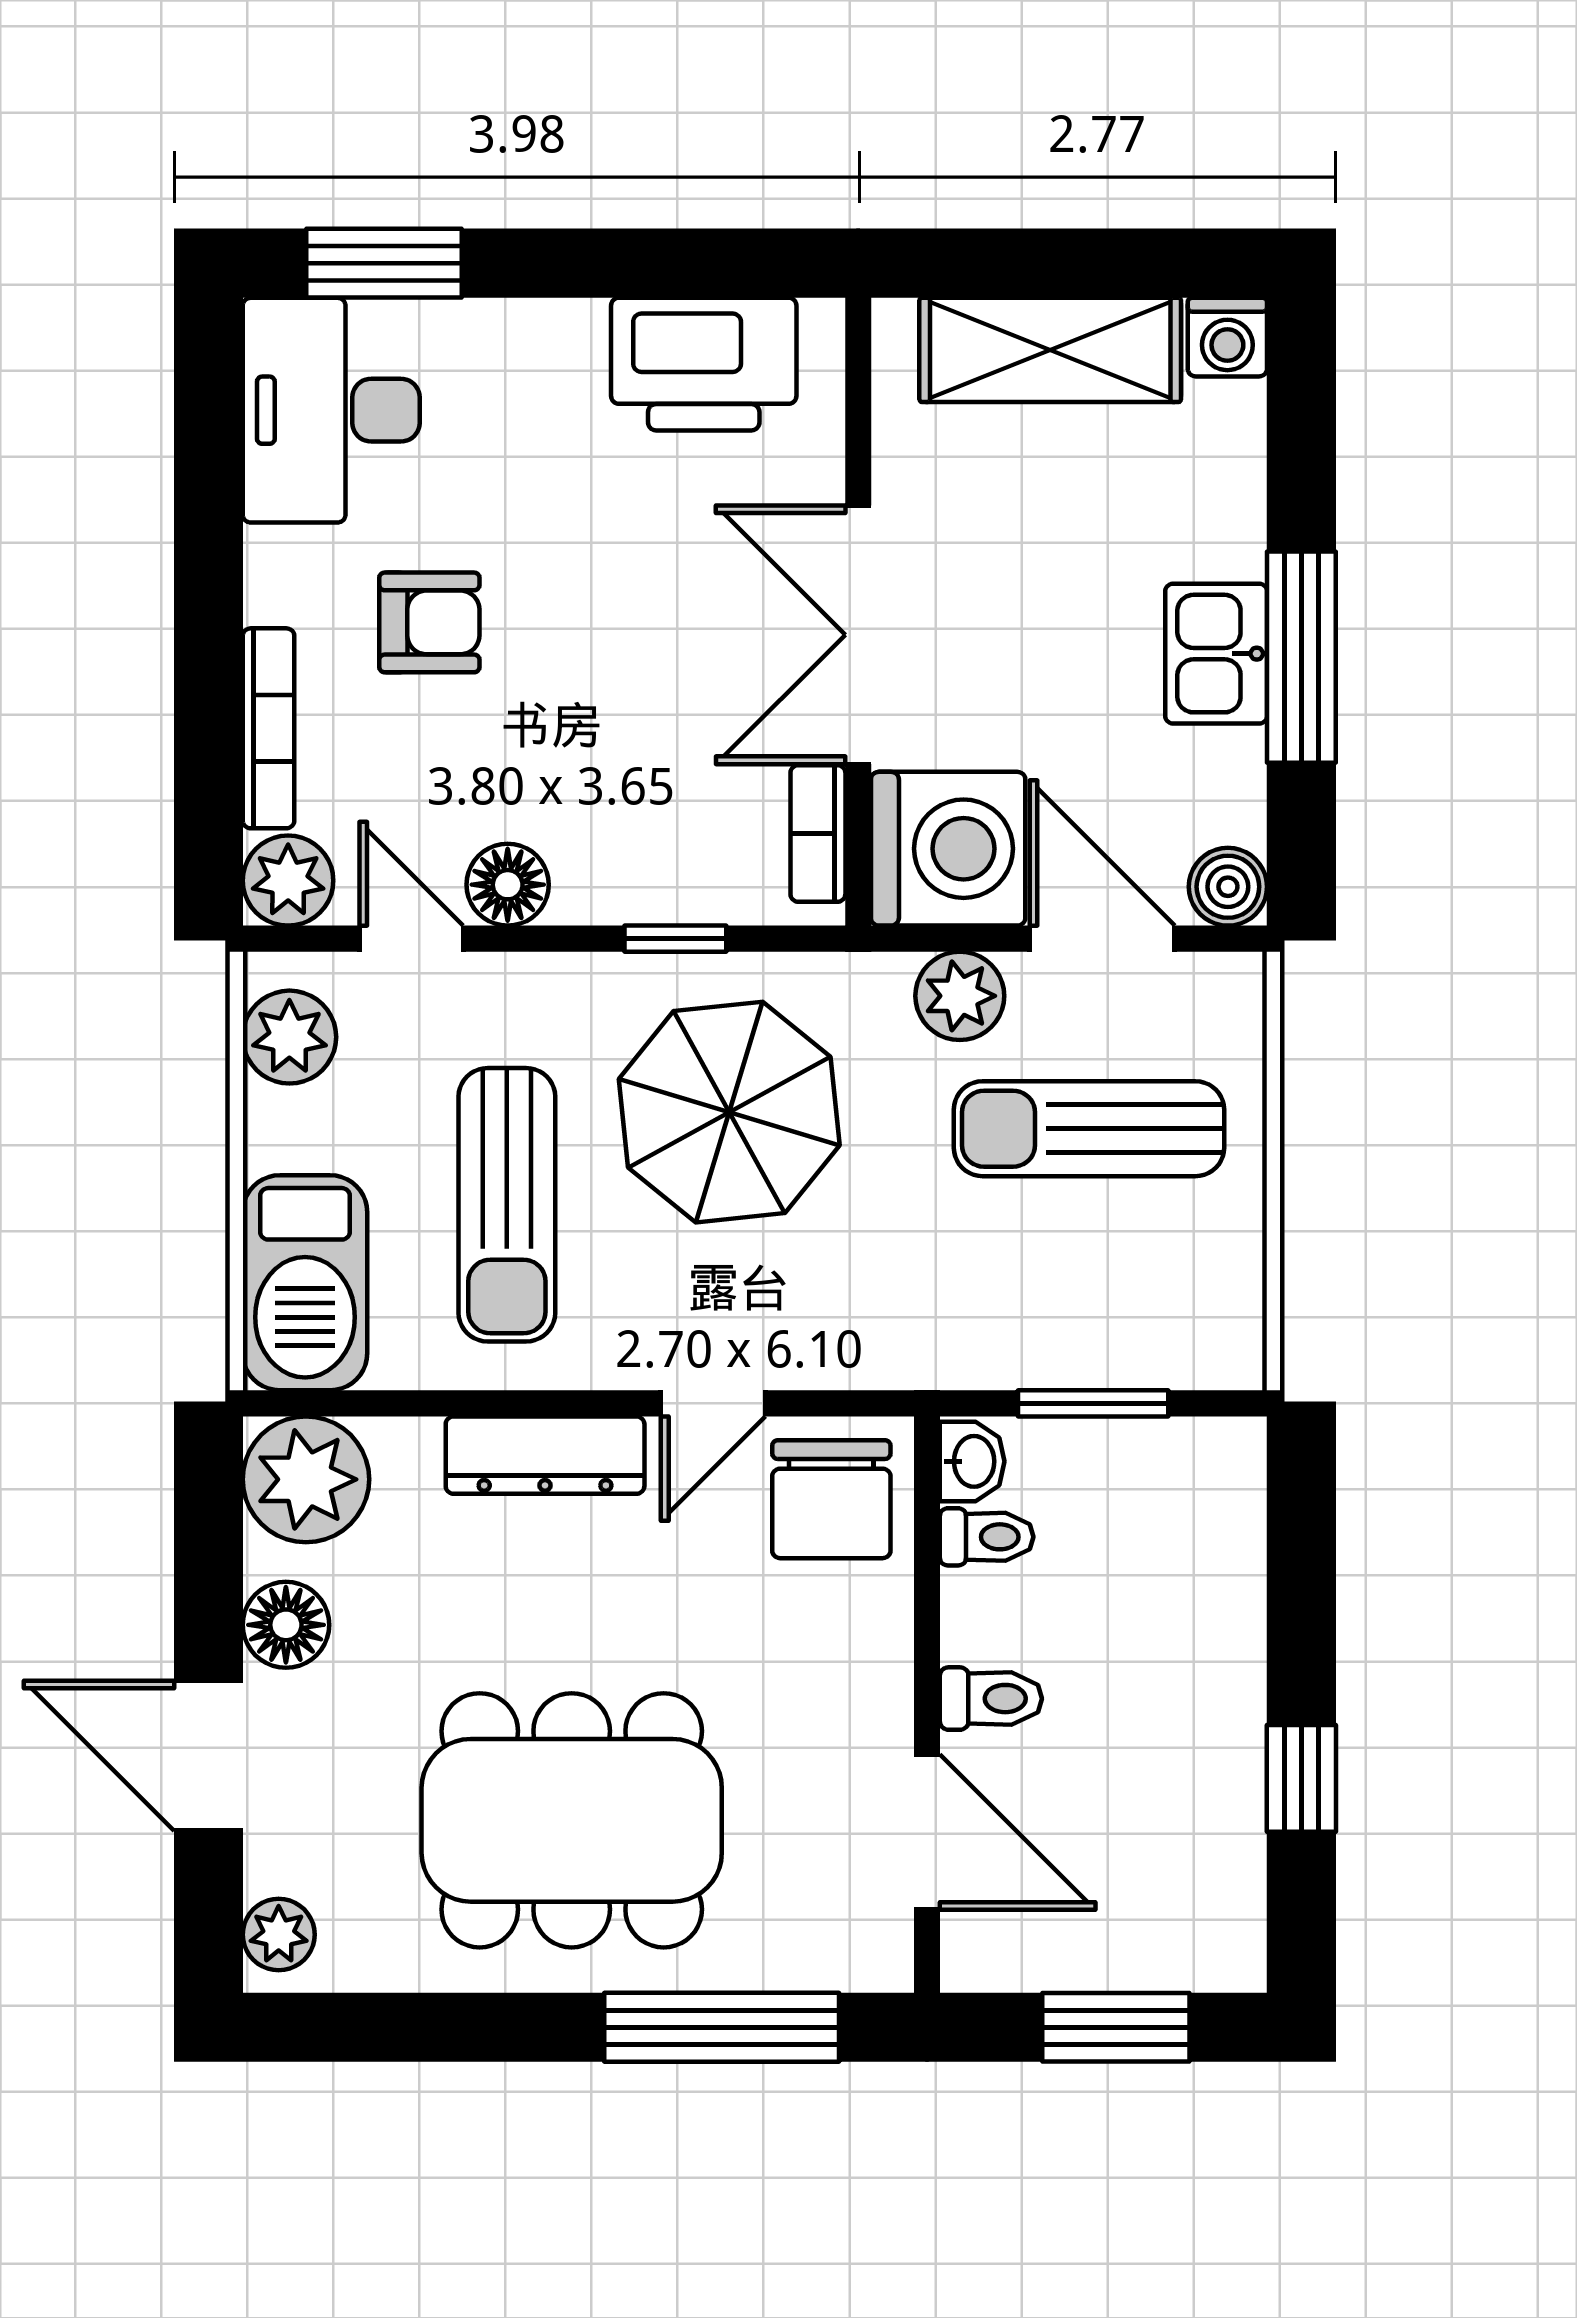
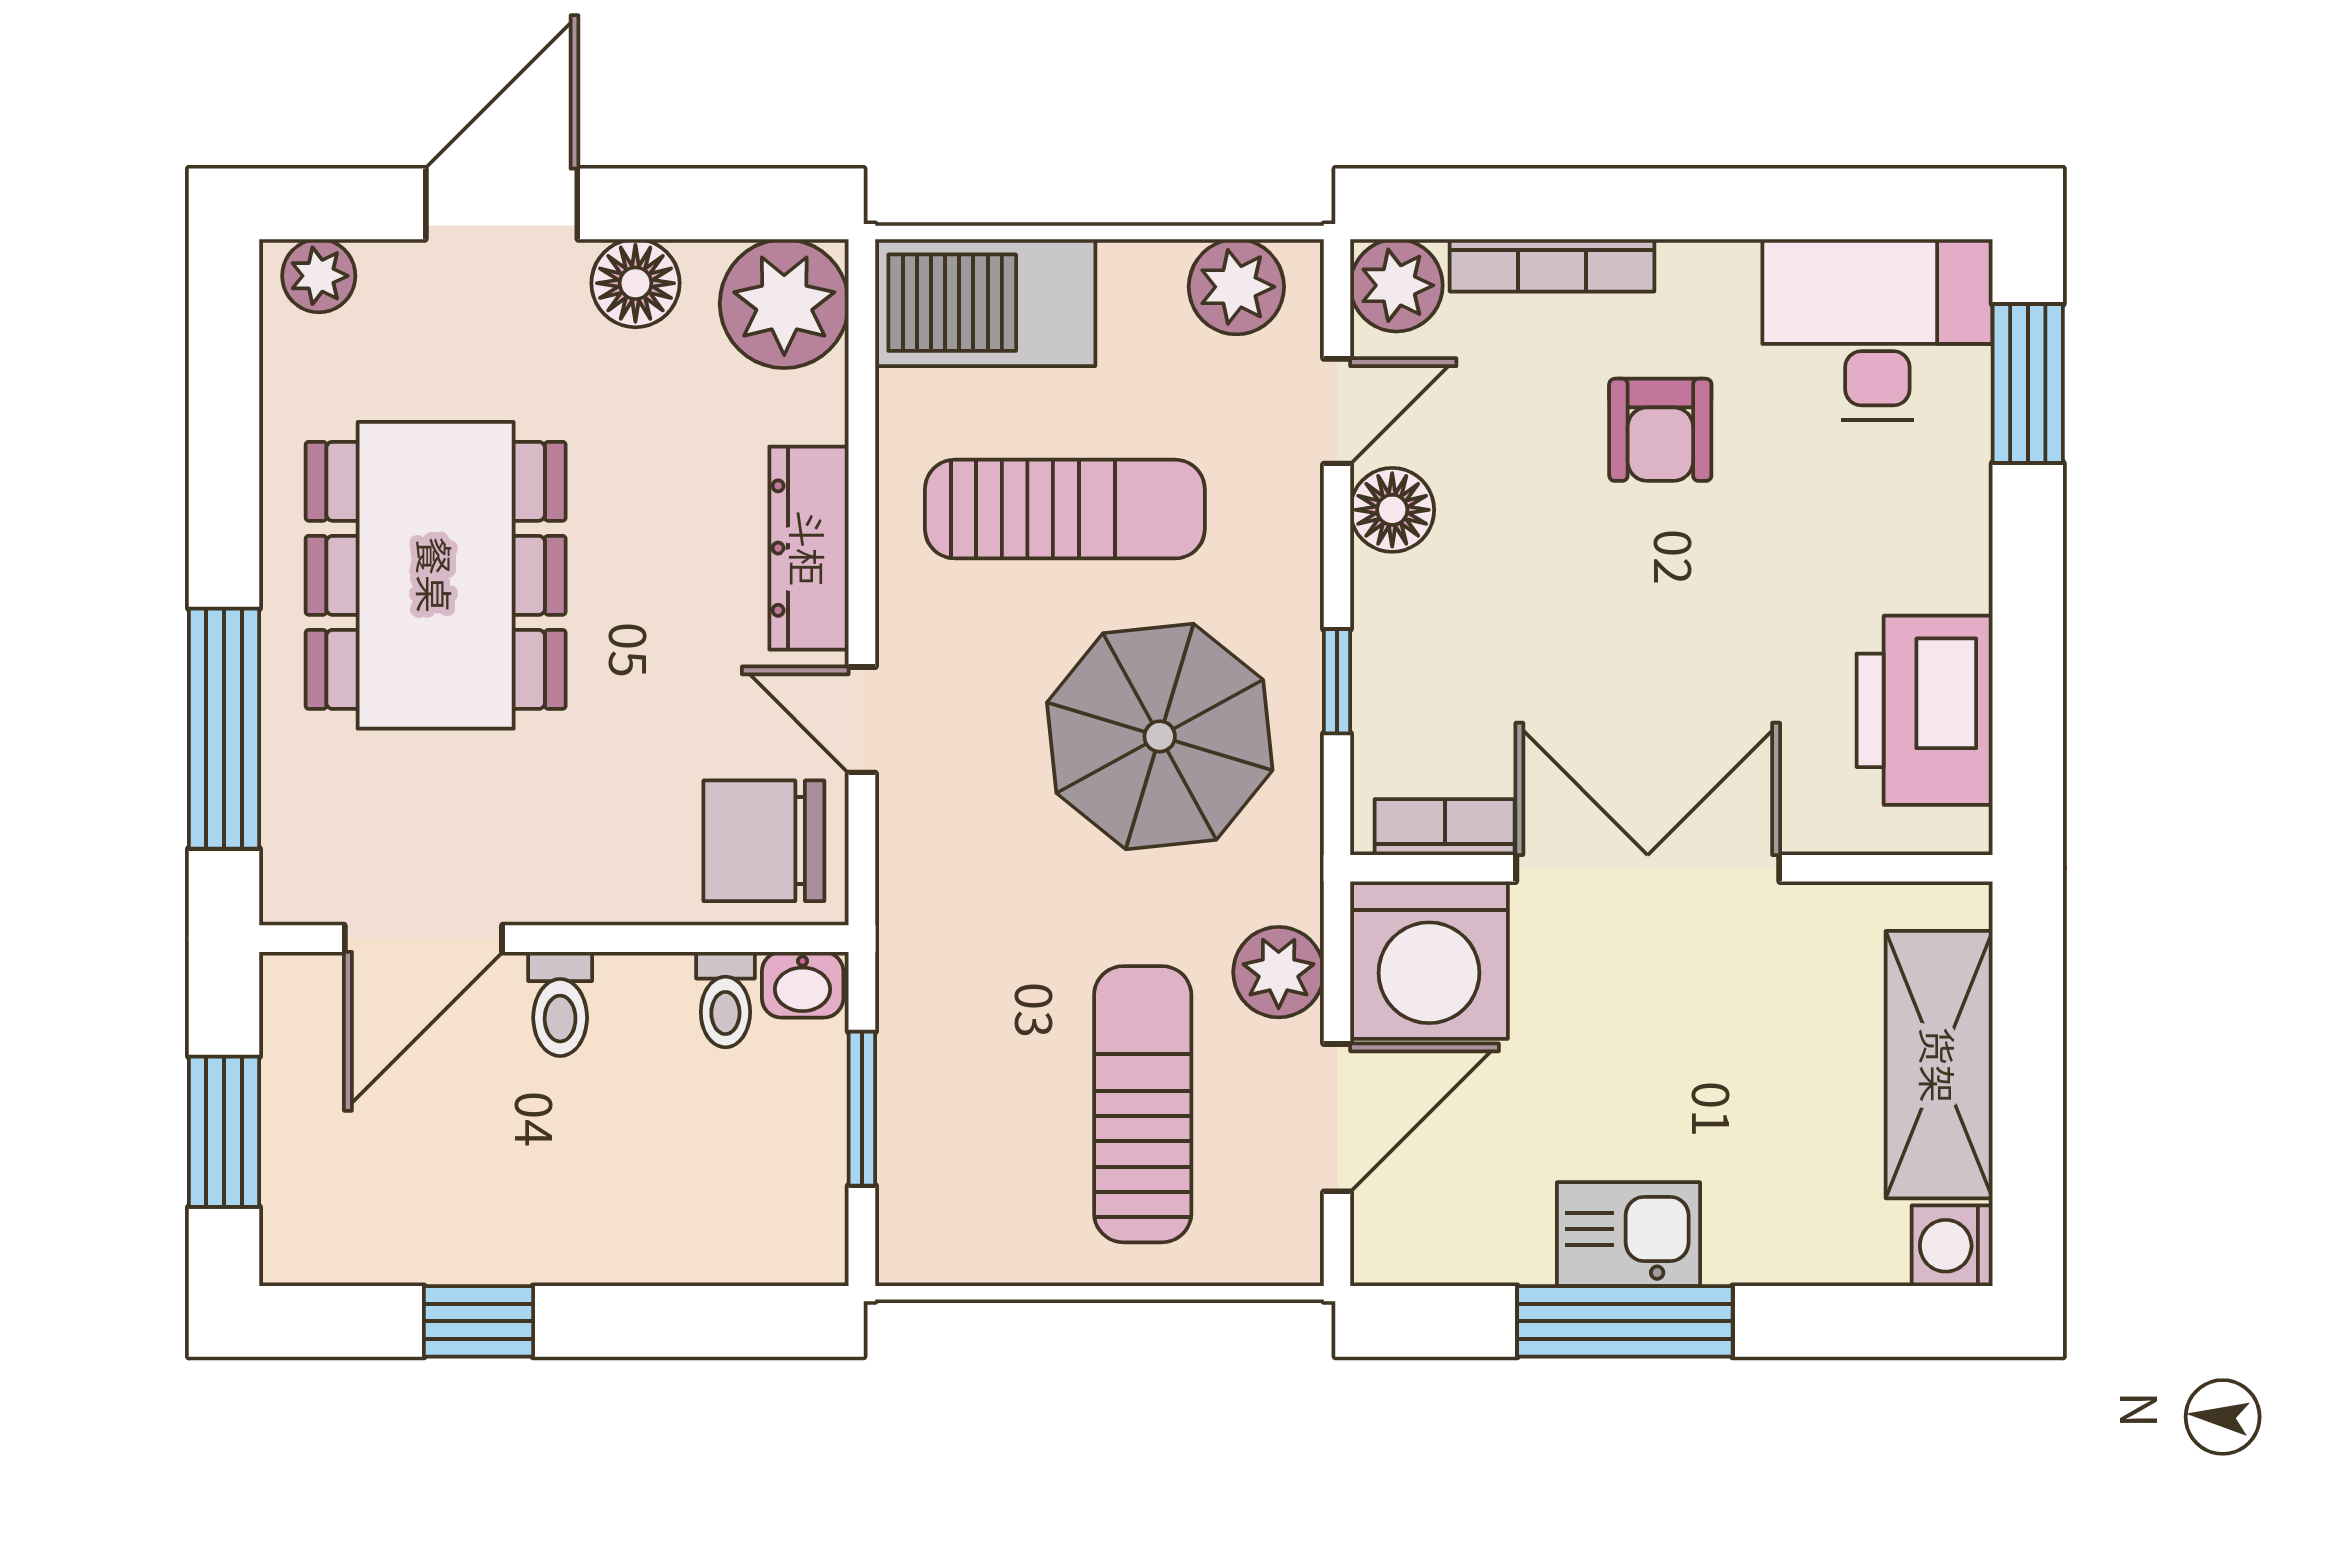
boiler: (1228, 887) -> (1390, 1246), removed
sun lounger: (507, 1205) -> (1065, 509), turned 180

